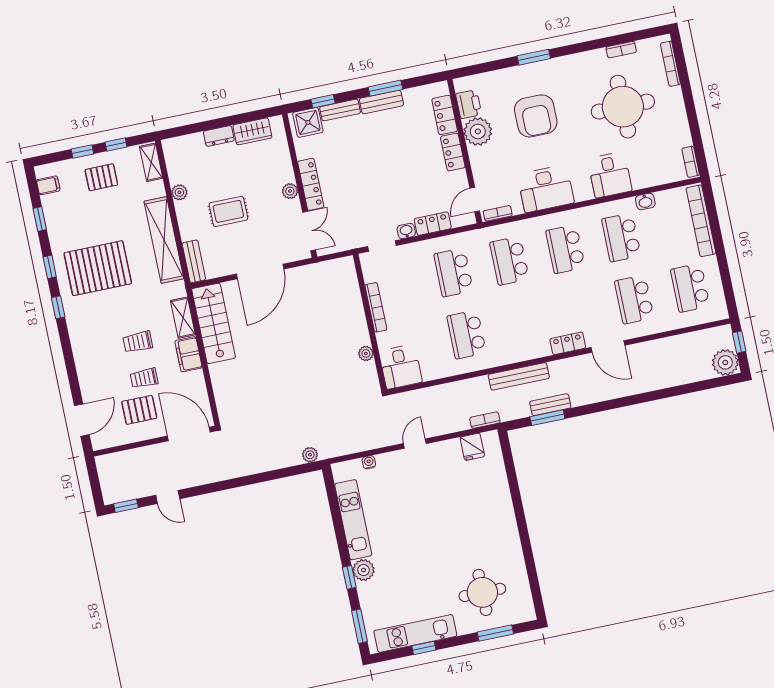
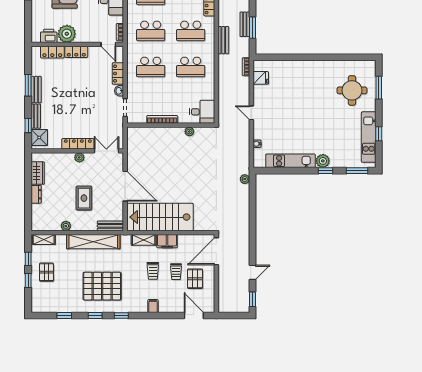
filing cabinet: (48, 185) -> (153, 306), moved
pallet: (98, 268) -> (102, 286), turned 90
stairs: (214, 323) -> (160, 217), width x1.36, depth x1.51
school desk: (522, 323) -> (191, 31), added
bench: (519, 376) -> (223, 40), width x0.73

